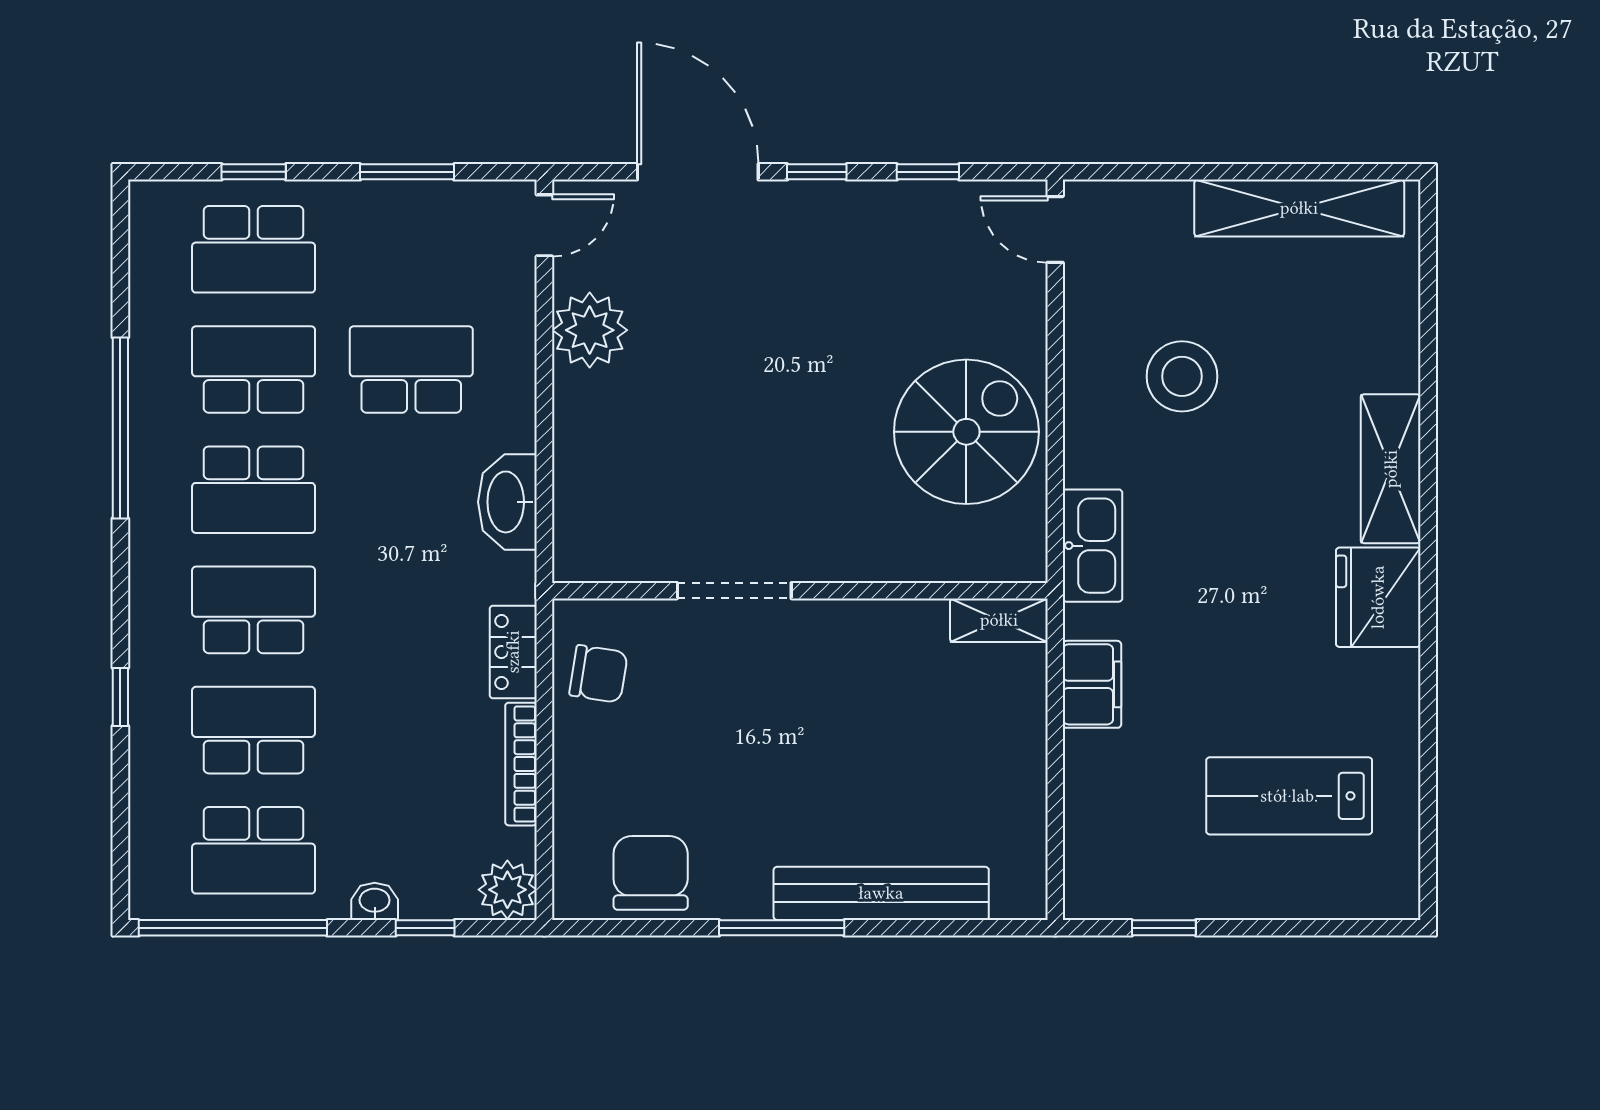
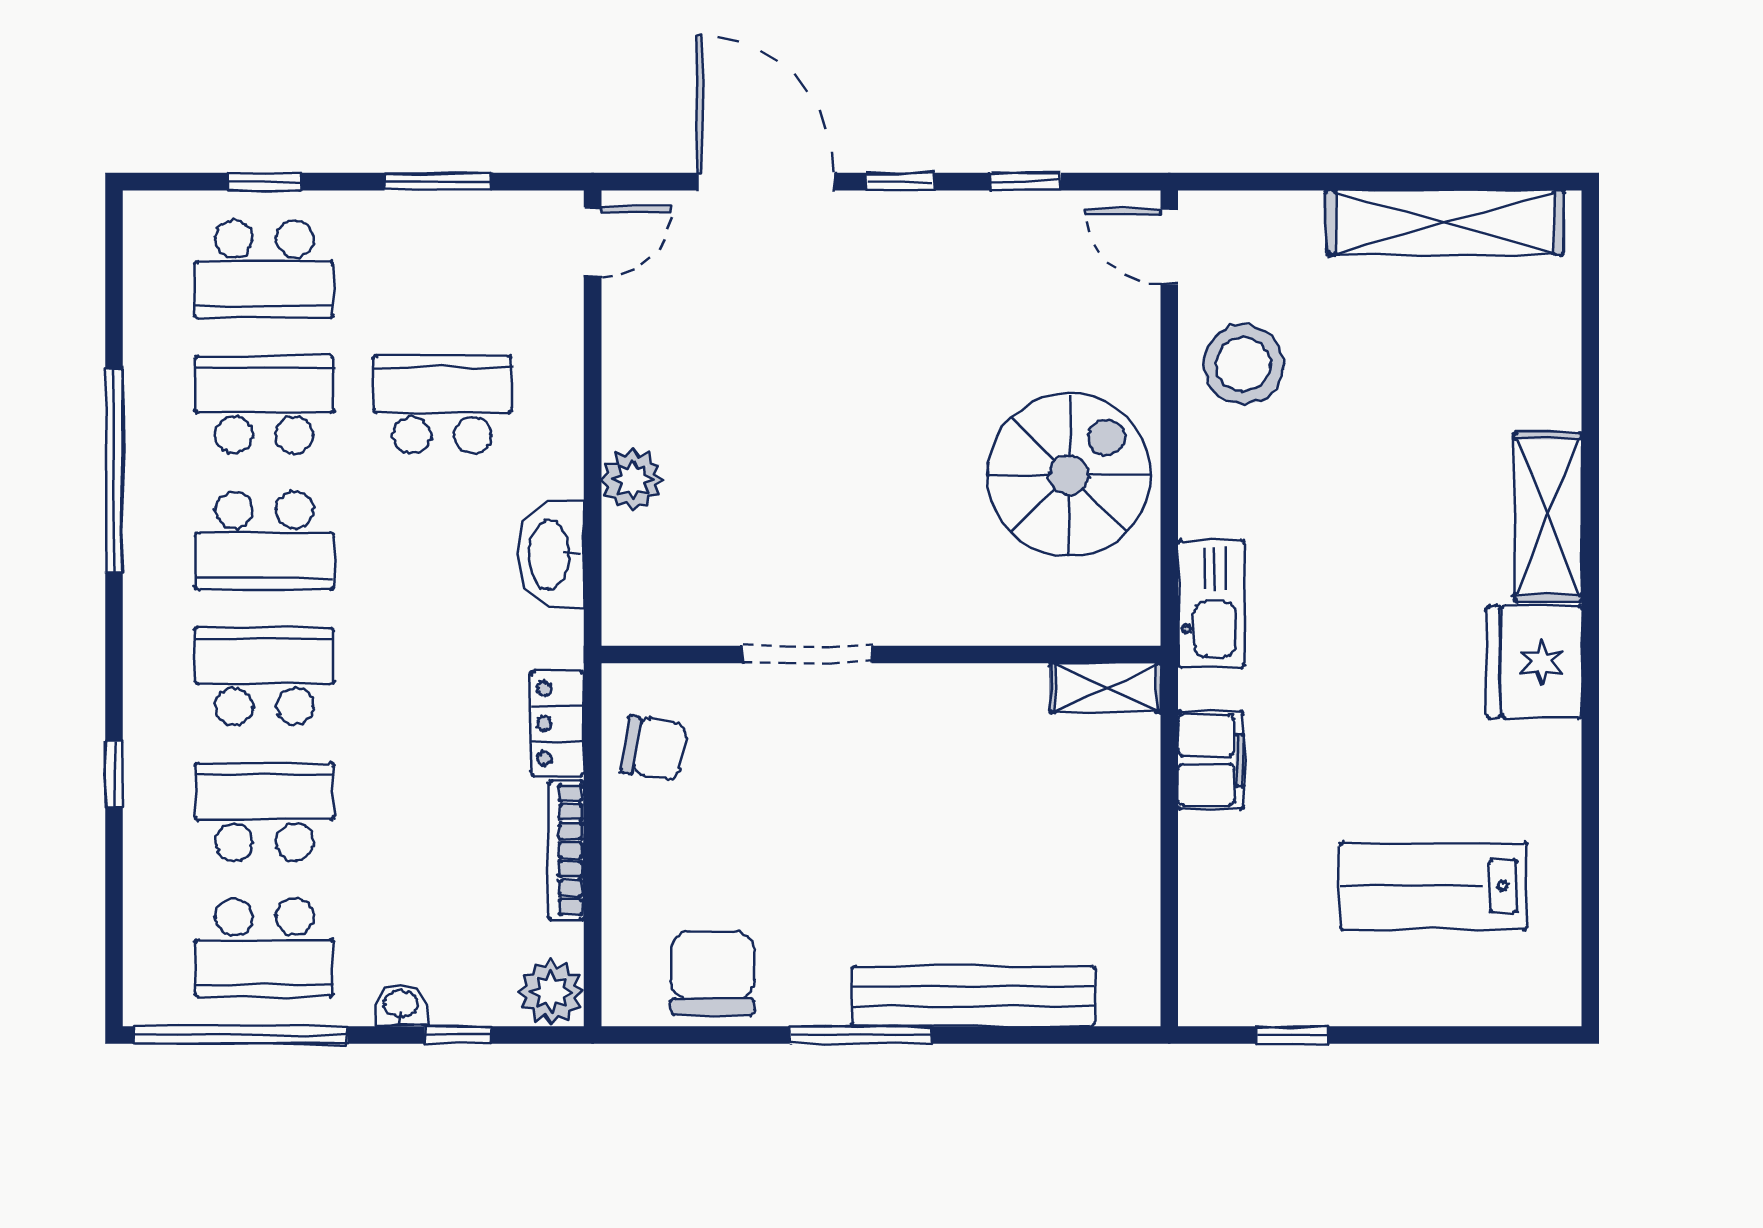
plant: (590, 330) -> (632, 480), moved, width x0.73, depth x0.73
stool: (1182, 376) -> (1243, 364), moved

